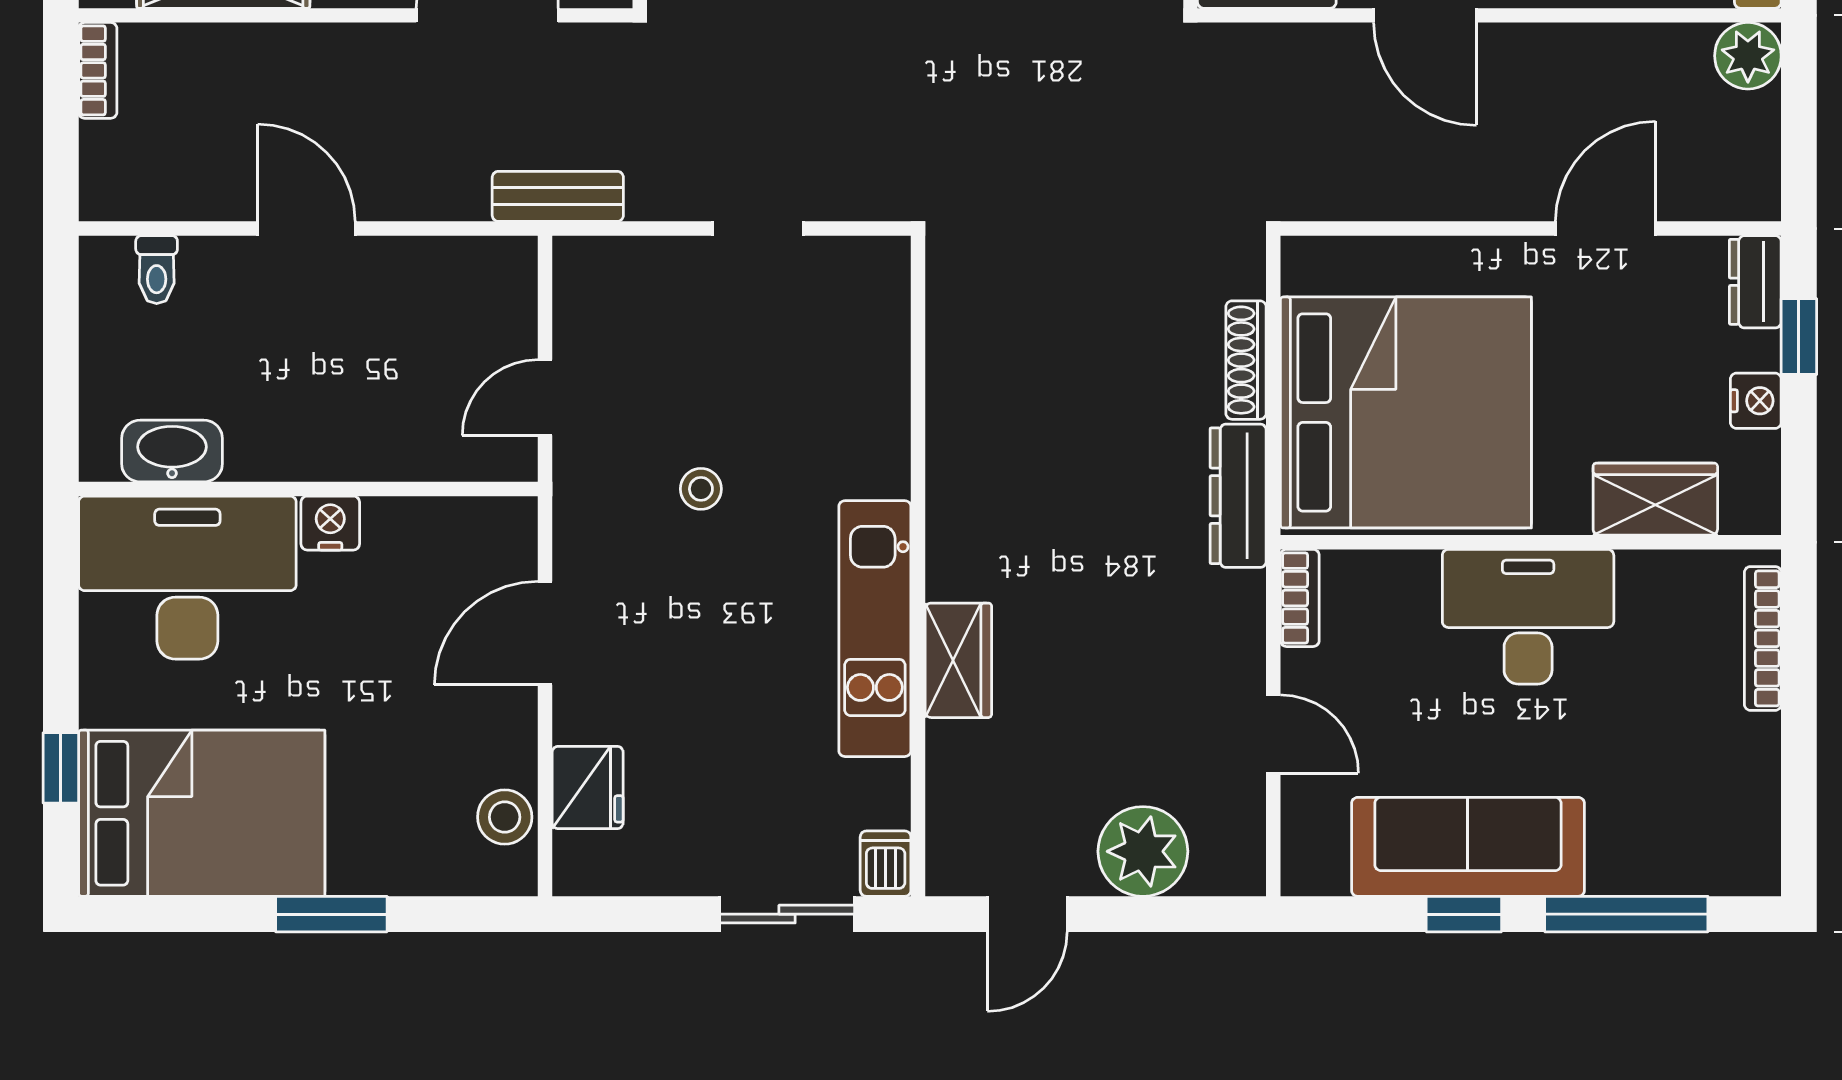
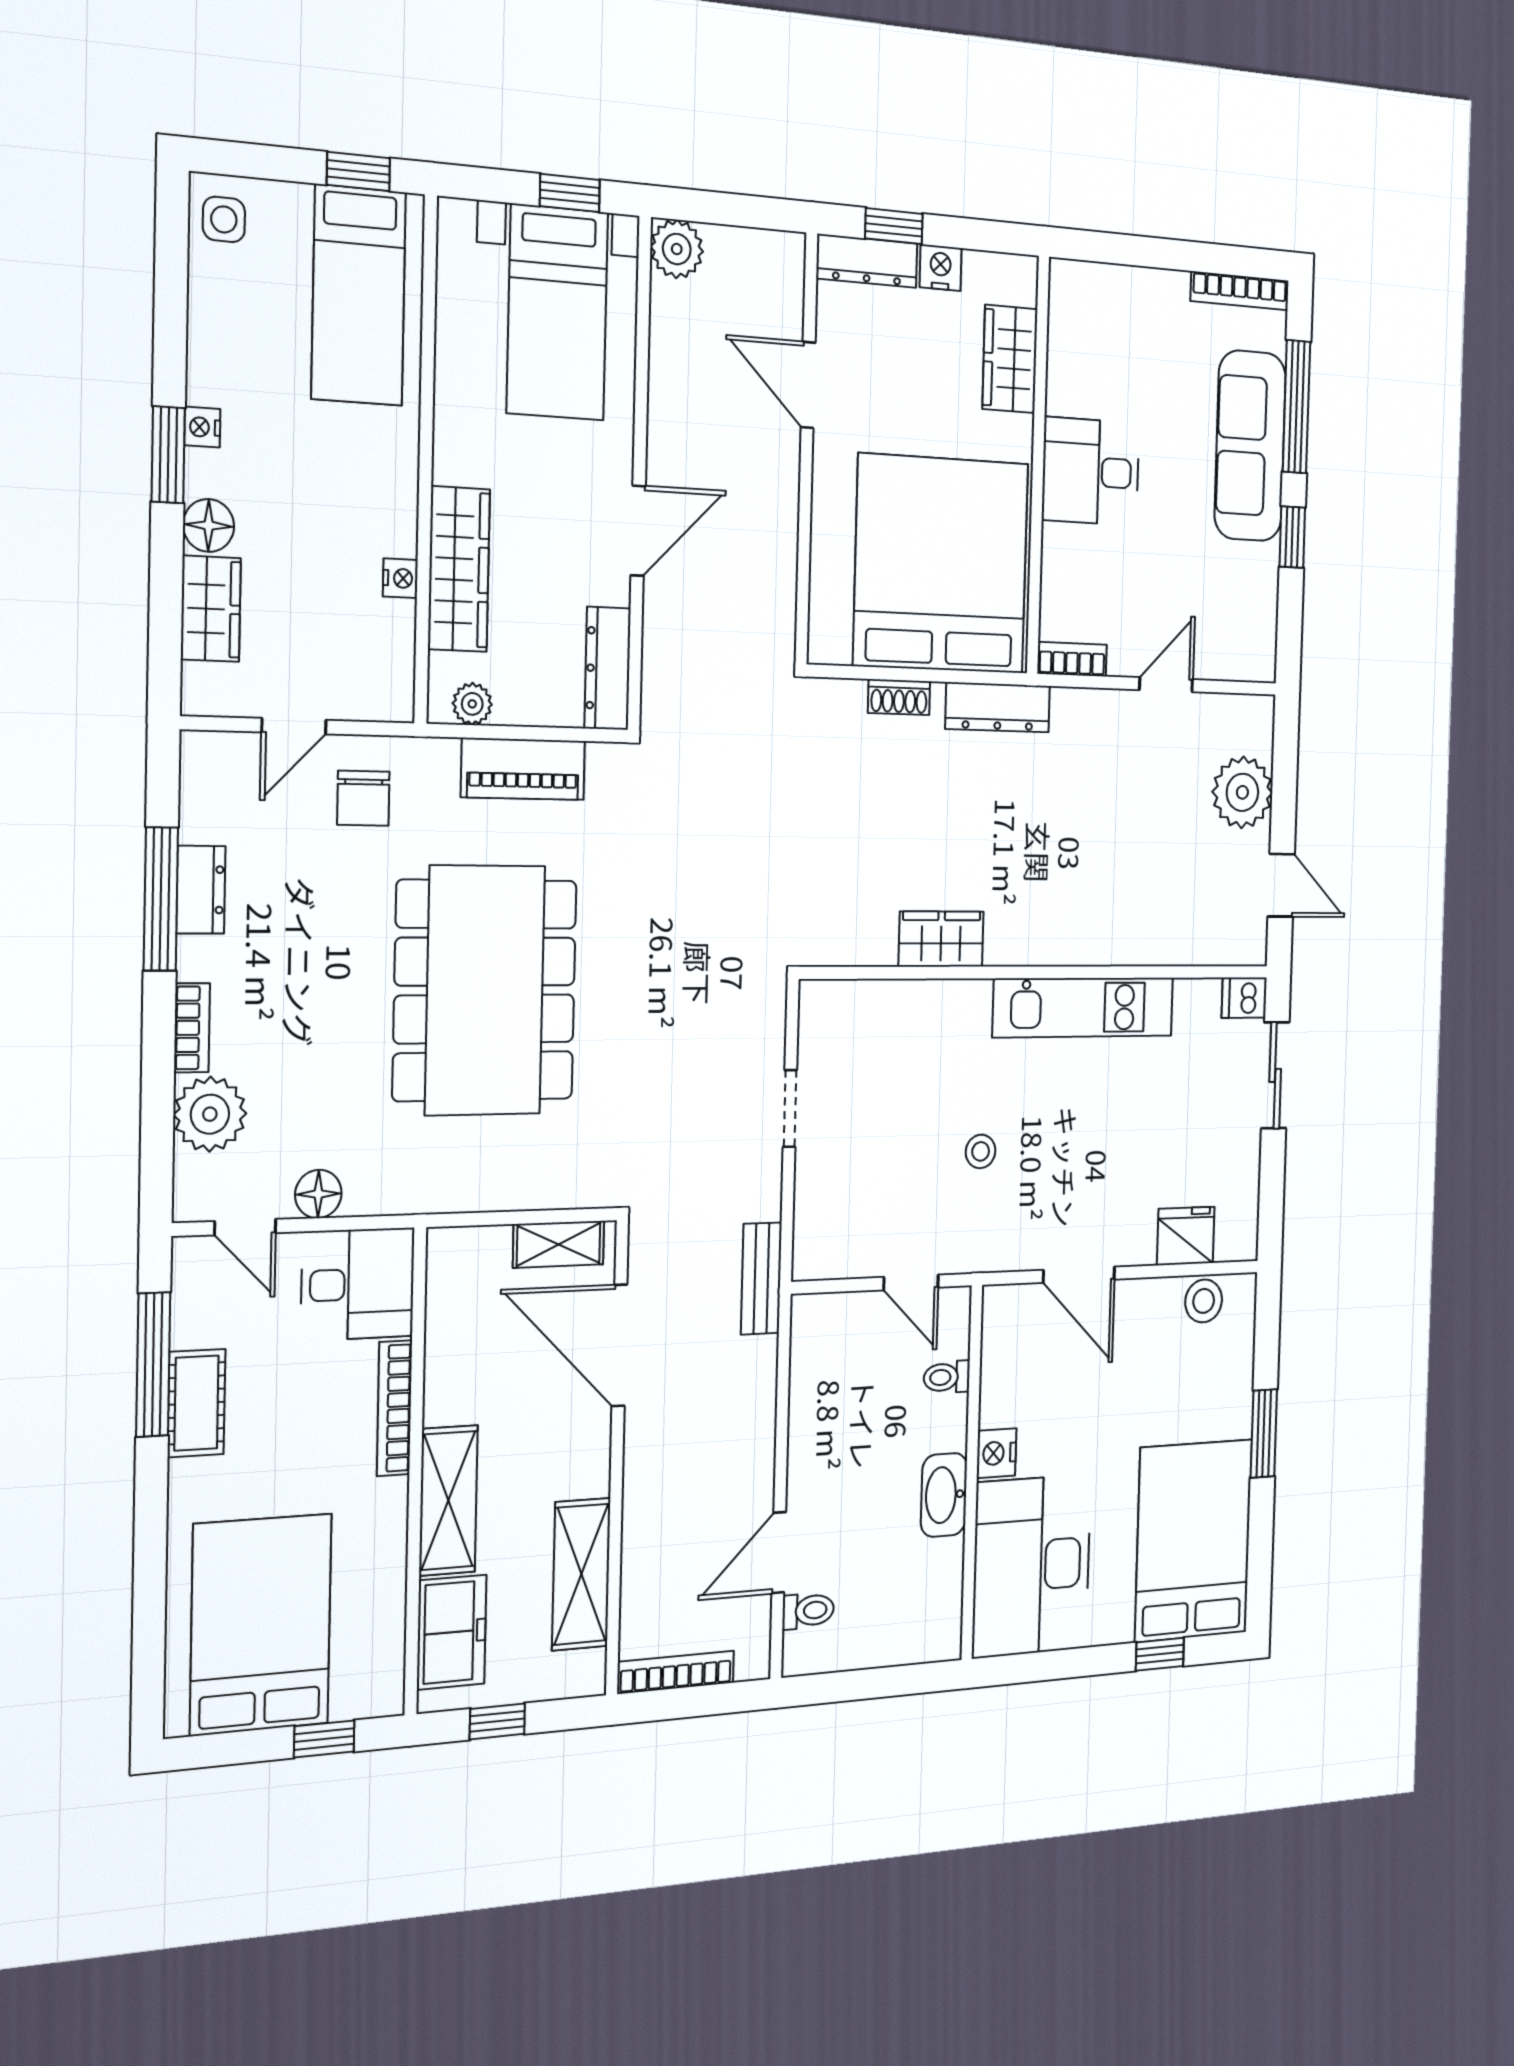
bookcase: (98, 70) -> (676, 1672), width x1.56
door: (307, 229) -> (779, 1553), moved
dresser: (1755, 282) -> (867, 261), width x1.44
shoe rack: (1246, 360) -> (899, 697), width x0.70
toilet: (428, 450) -> (947, 1377), added
washbasin: (172, 451) -> (944, 1495), moved
desk: (1528, 617) -> (1091, 471), width x0.73
bookcase: (1763, 638) -> (1240, 291), moved
wardrobe: (958, 660) -> (941, 939), moved
sofa: (1468, 847) -> (1250, 446), moved

